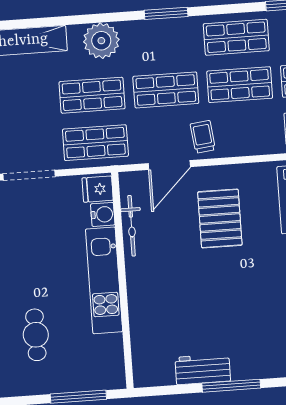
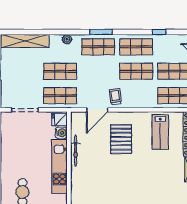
plant: (101, 41) -> (67, 39), width x0.53, depth x0.53
shop shelf: (166, 90) -> (98, 47), moved
bicycle: (132, 226) -> (76, 151), moved

